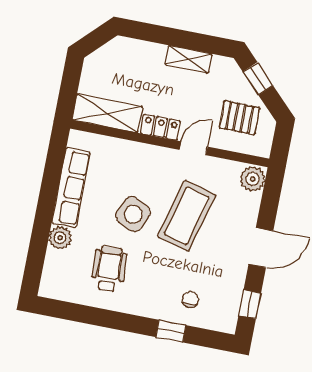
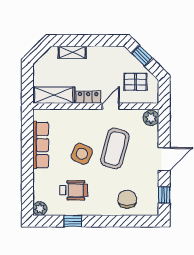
shelving: (188, 59) -> (72, 52), moved
plant: (60, 238) -> (40, 209), moved
wheelchair: (109, 269) -> (74, 190), turned 93
chair: (190, 299) -> (127, 199), width x1.87, depth x1.87
window: (171, 331) -> (73, 221), moved

